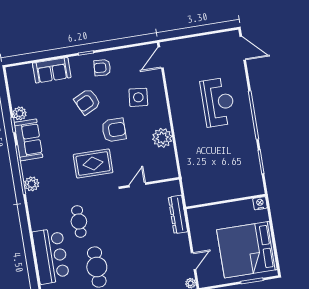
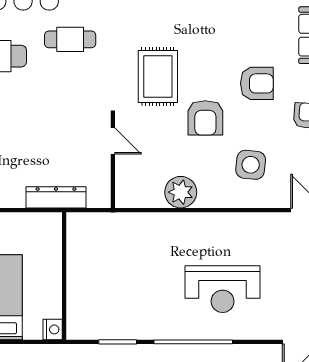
armchair: (87, 102) -> (257, 83), turned 116

